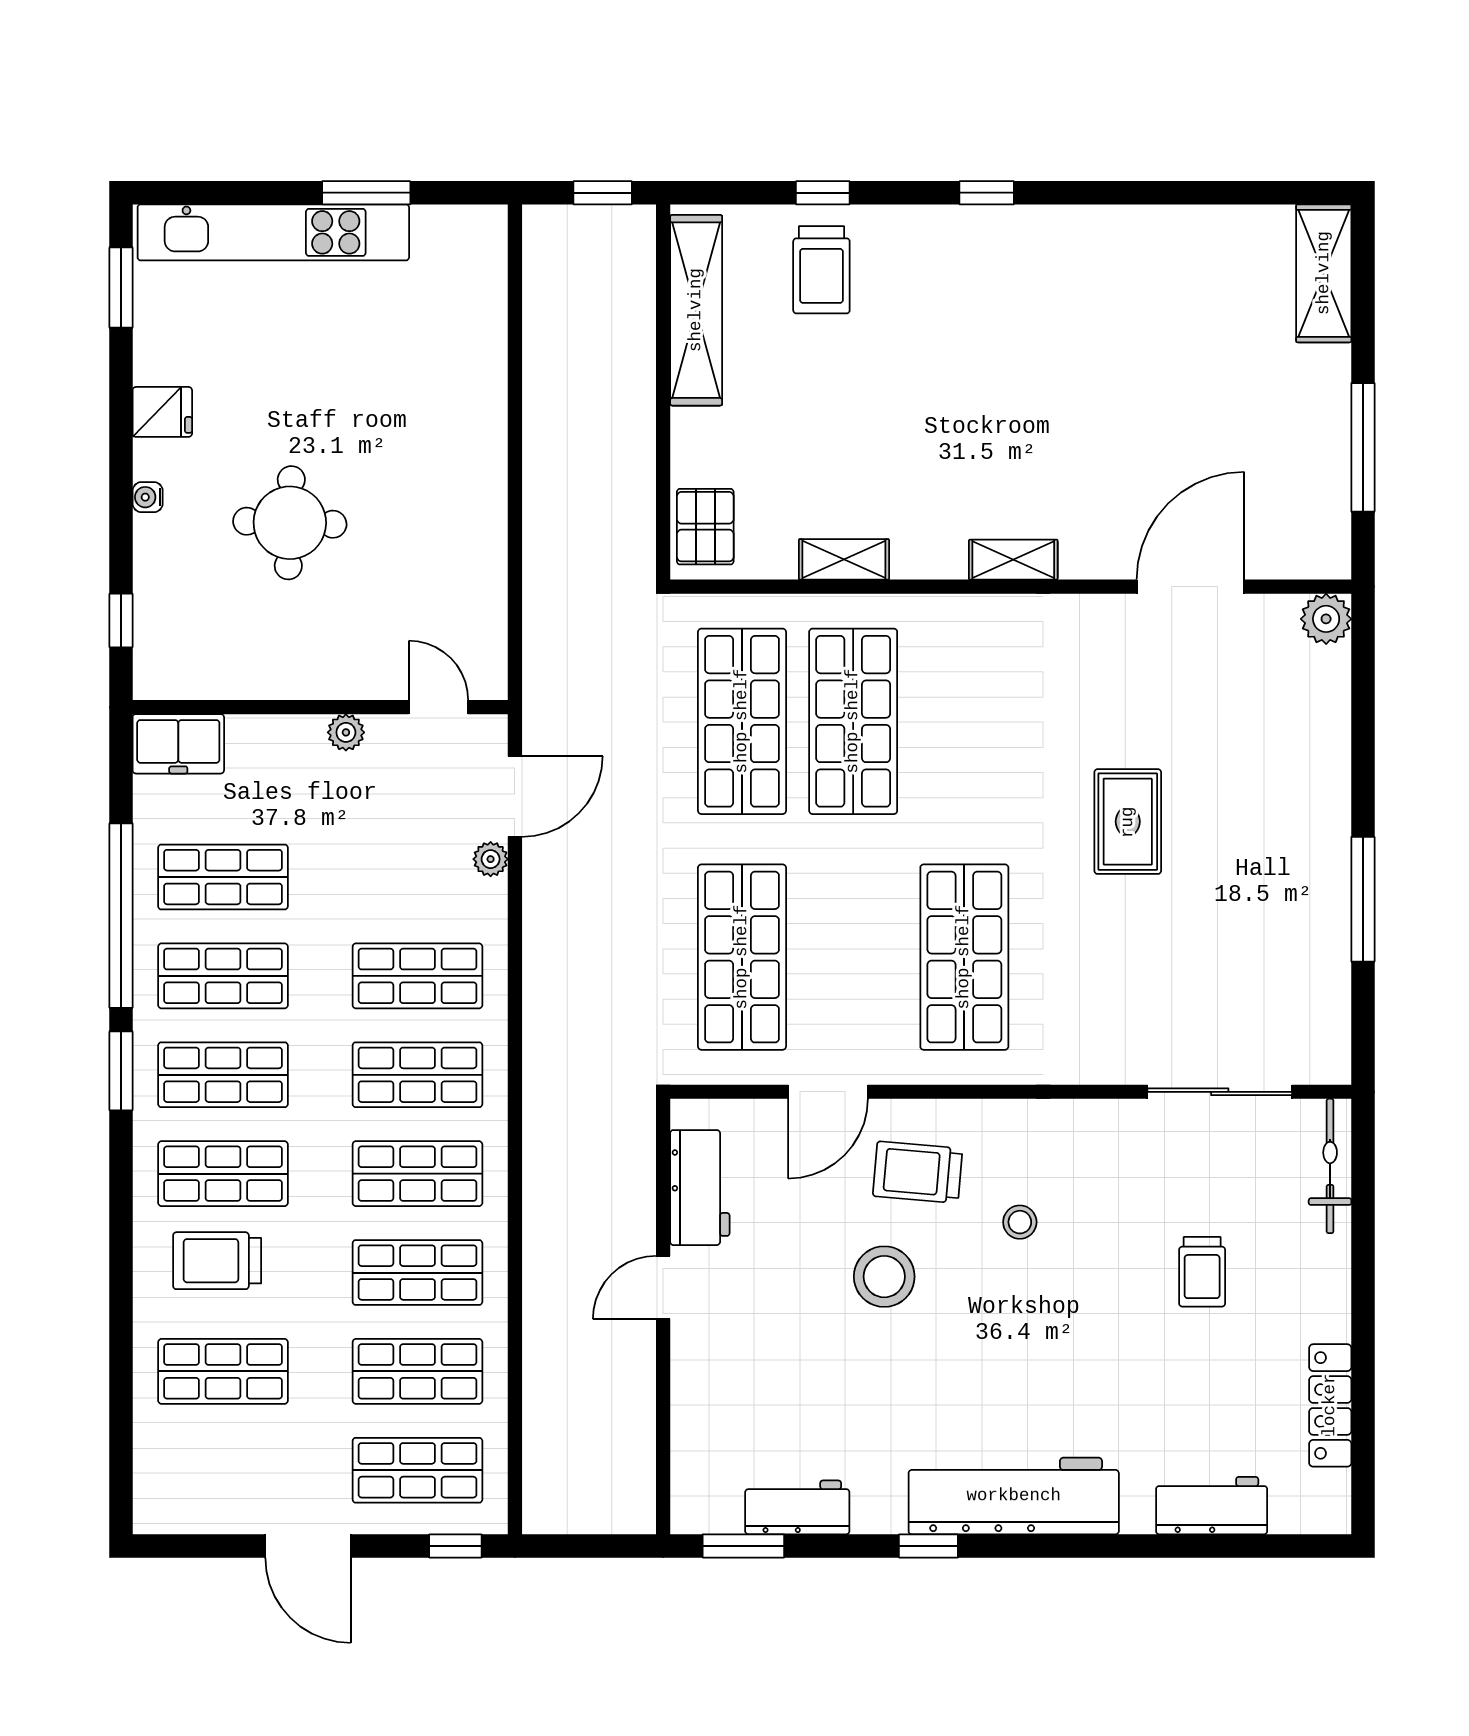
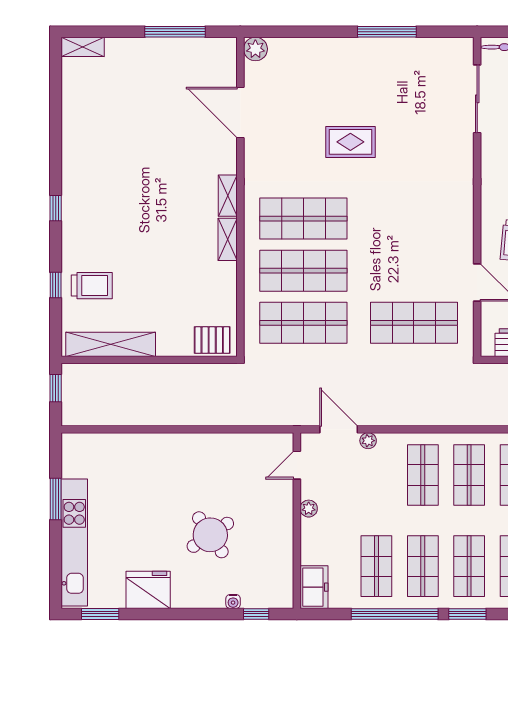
shelving: (1324, 273) -> (83, 47), width x0.67, depth x0.75
fridge: (162, 412) -> (148, 590), width x1.88, depth x1.34
water cooler: (148, 497) -> (233, 601), moved
round table: (290, 523) -> (210, 535), turned -36
shelving: (844, 559) -> (228, 239), moved
shop shelf: (964, 957) -> (303, 219), moved

